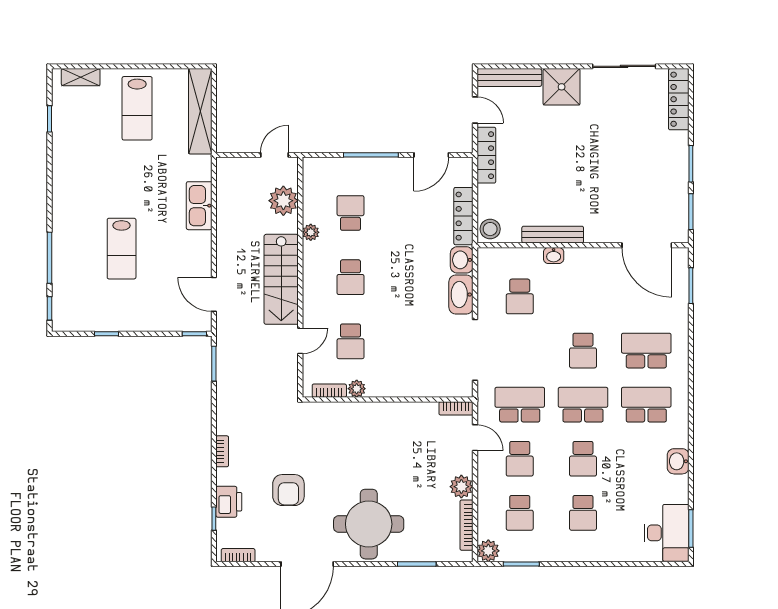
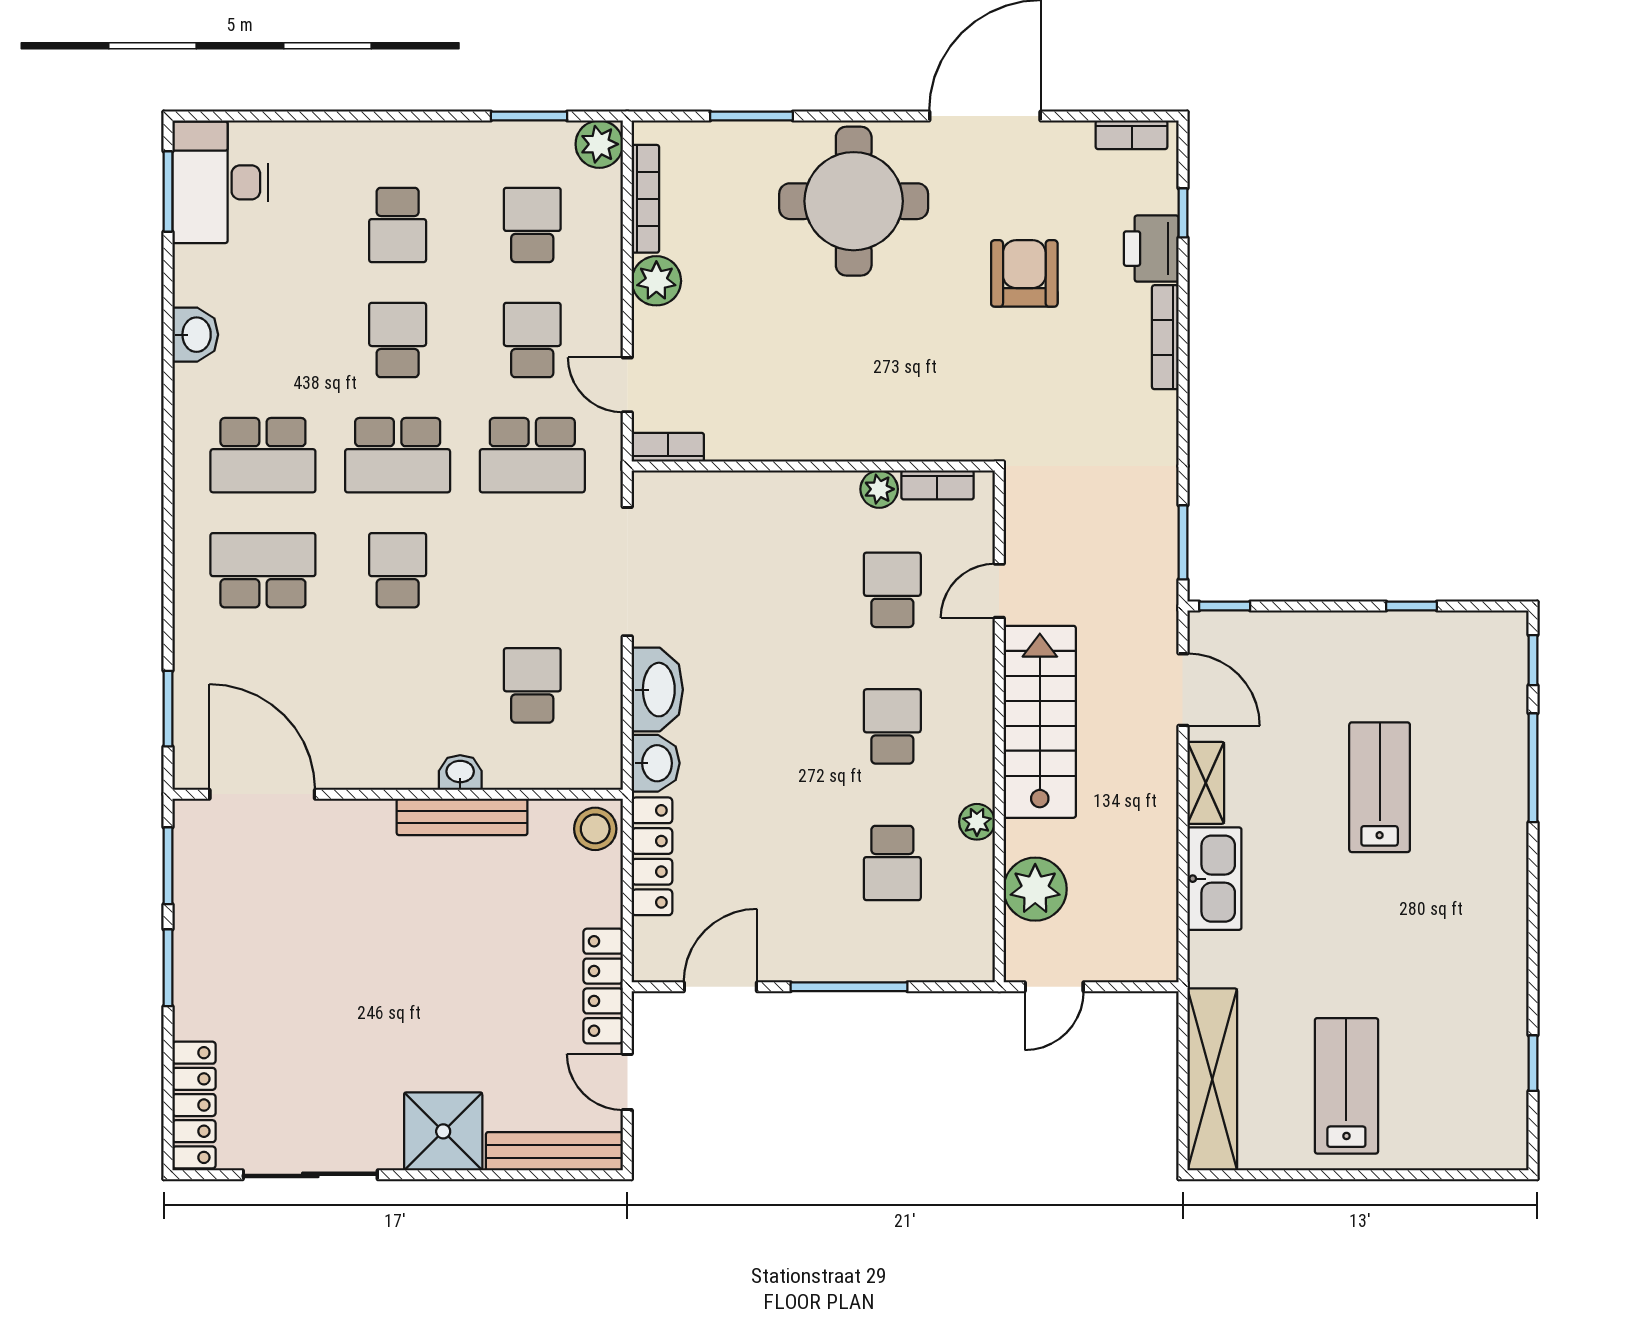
shelving: (81, 77) -> (1206, 783), moved, turned 90
school desk: (646, 351) -> (263, 570), turned 180
bookcase: (222, 451) -> (1165, 337), width x1.56
school desk: (583, 513) -> (398, 225), turned 180

